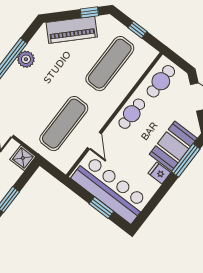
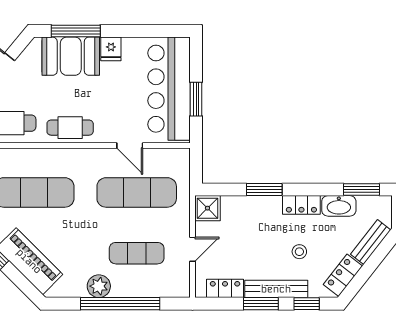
exercise mat: (28, 96) -> (137, 253), added
door: (94, 141) -> (130, 146), swing flipped
window: (101, 208) -> (196, 99), moved

